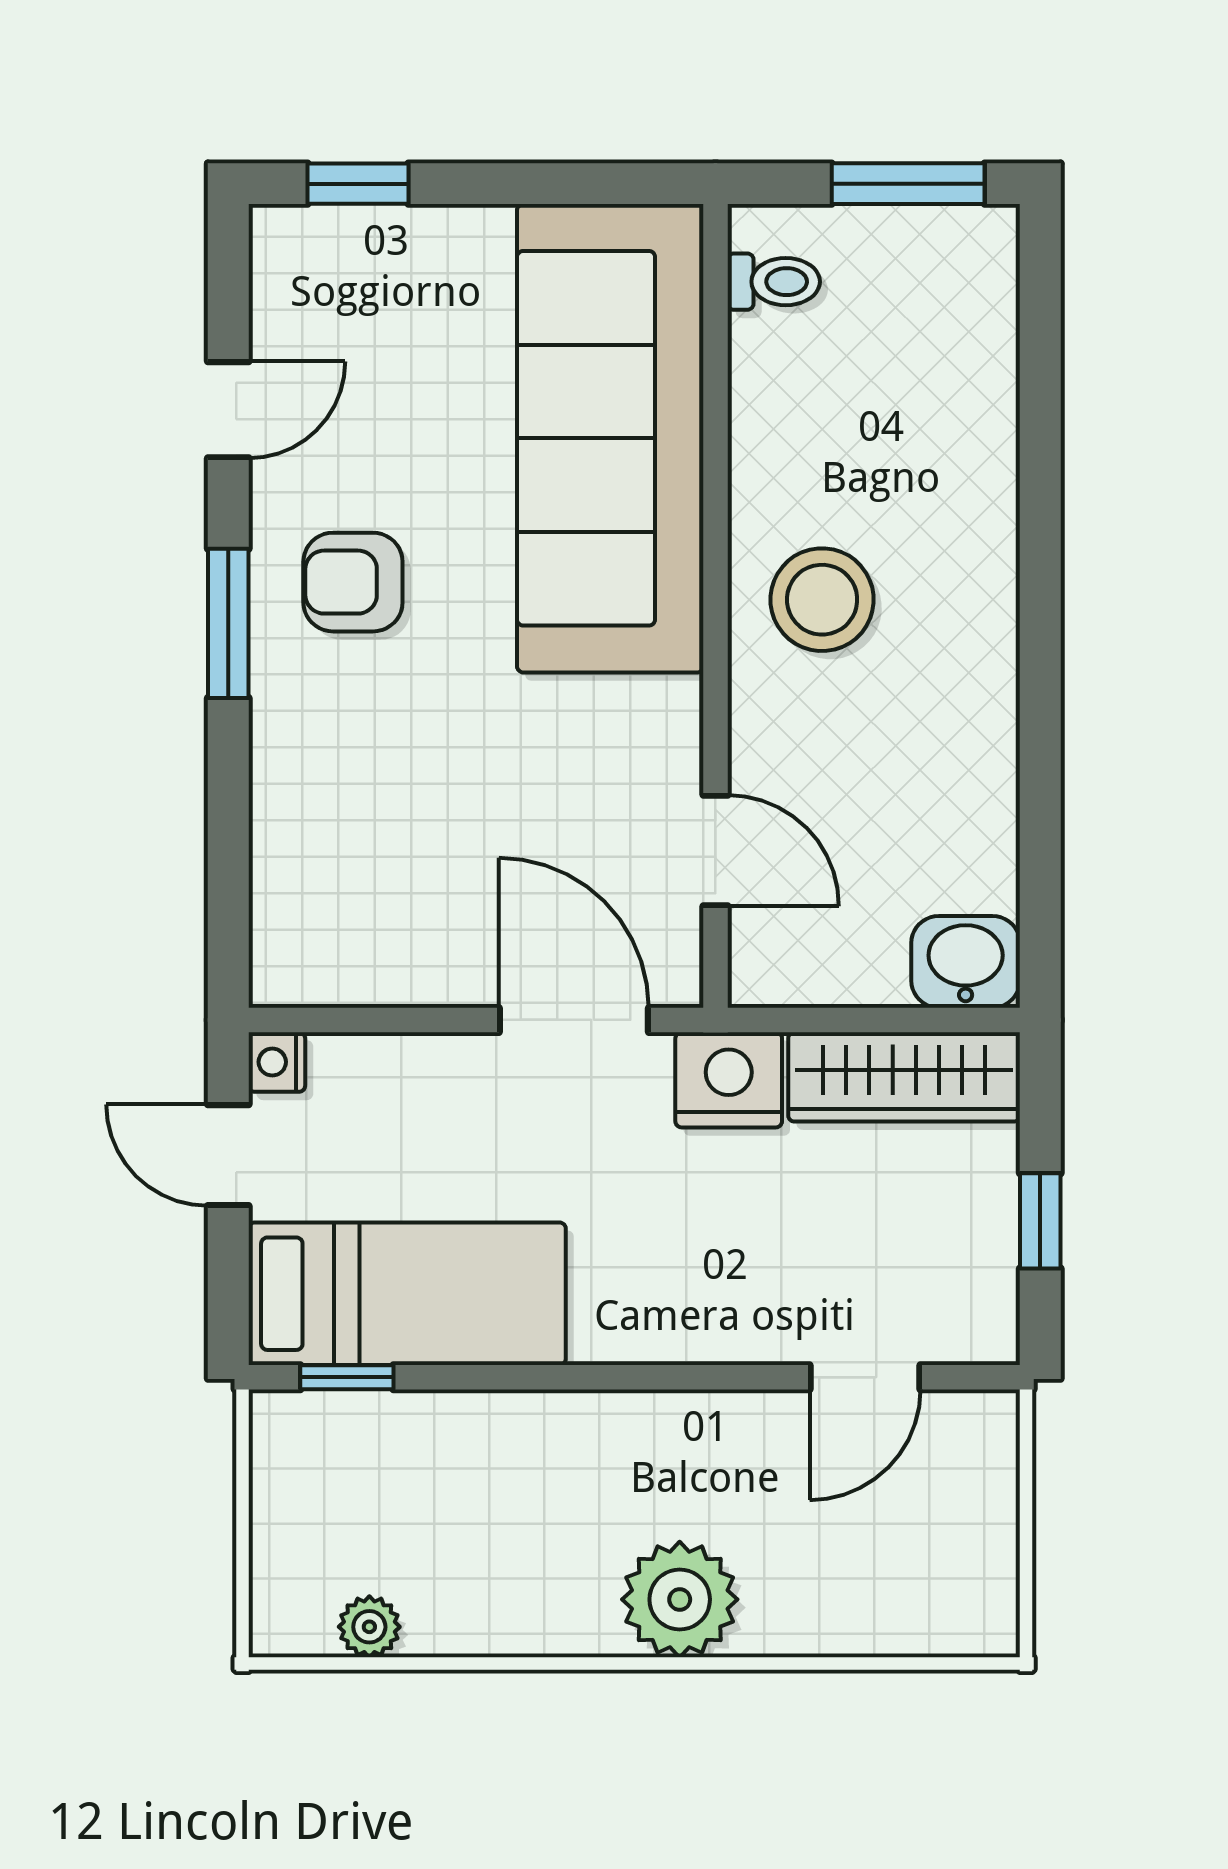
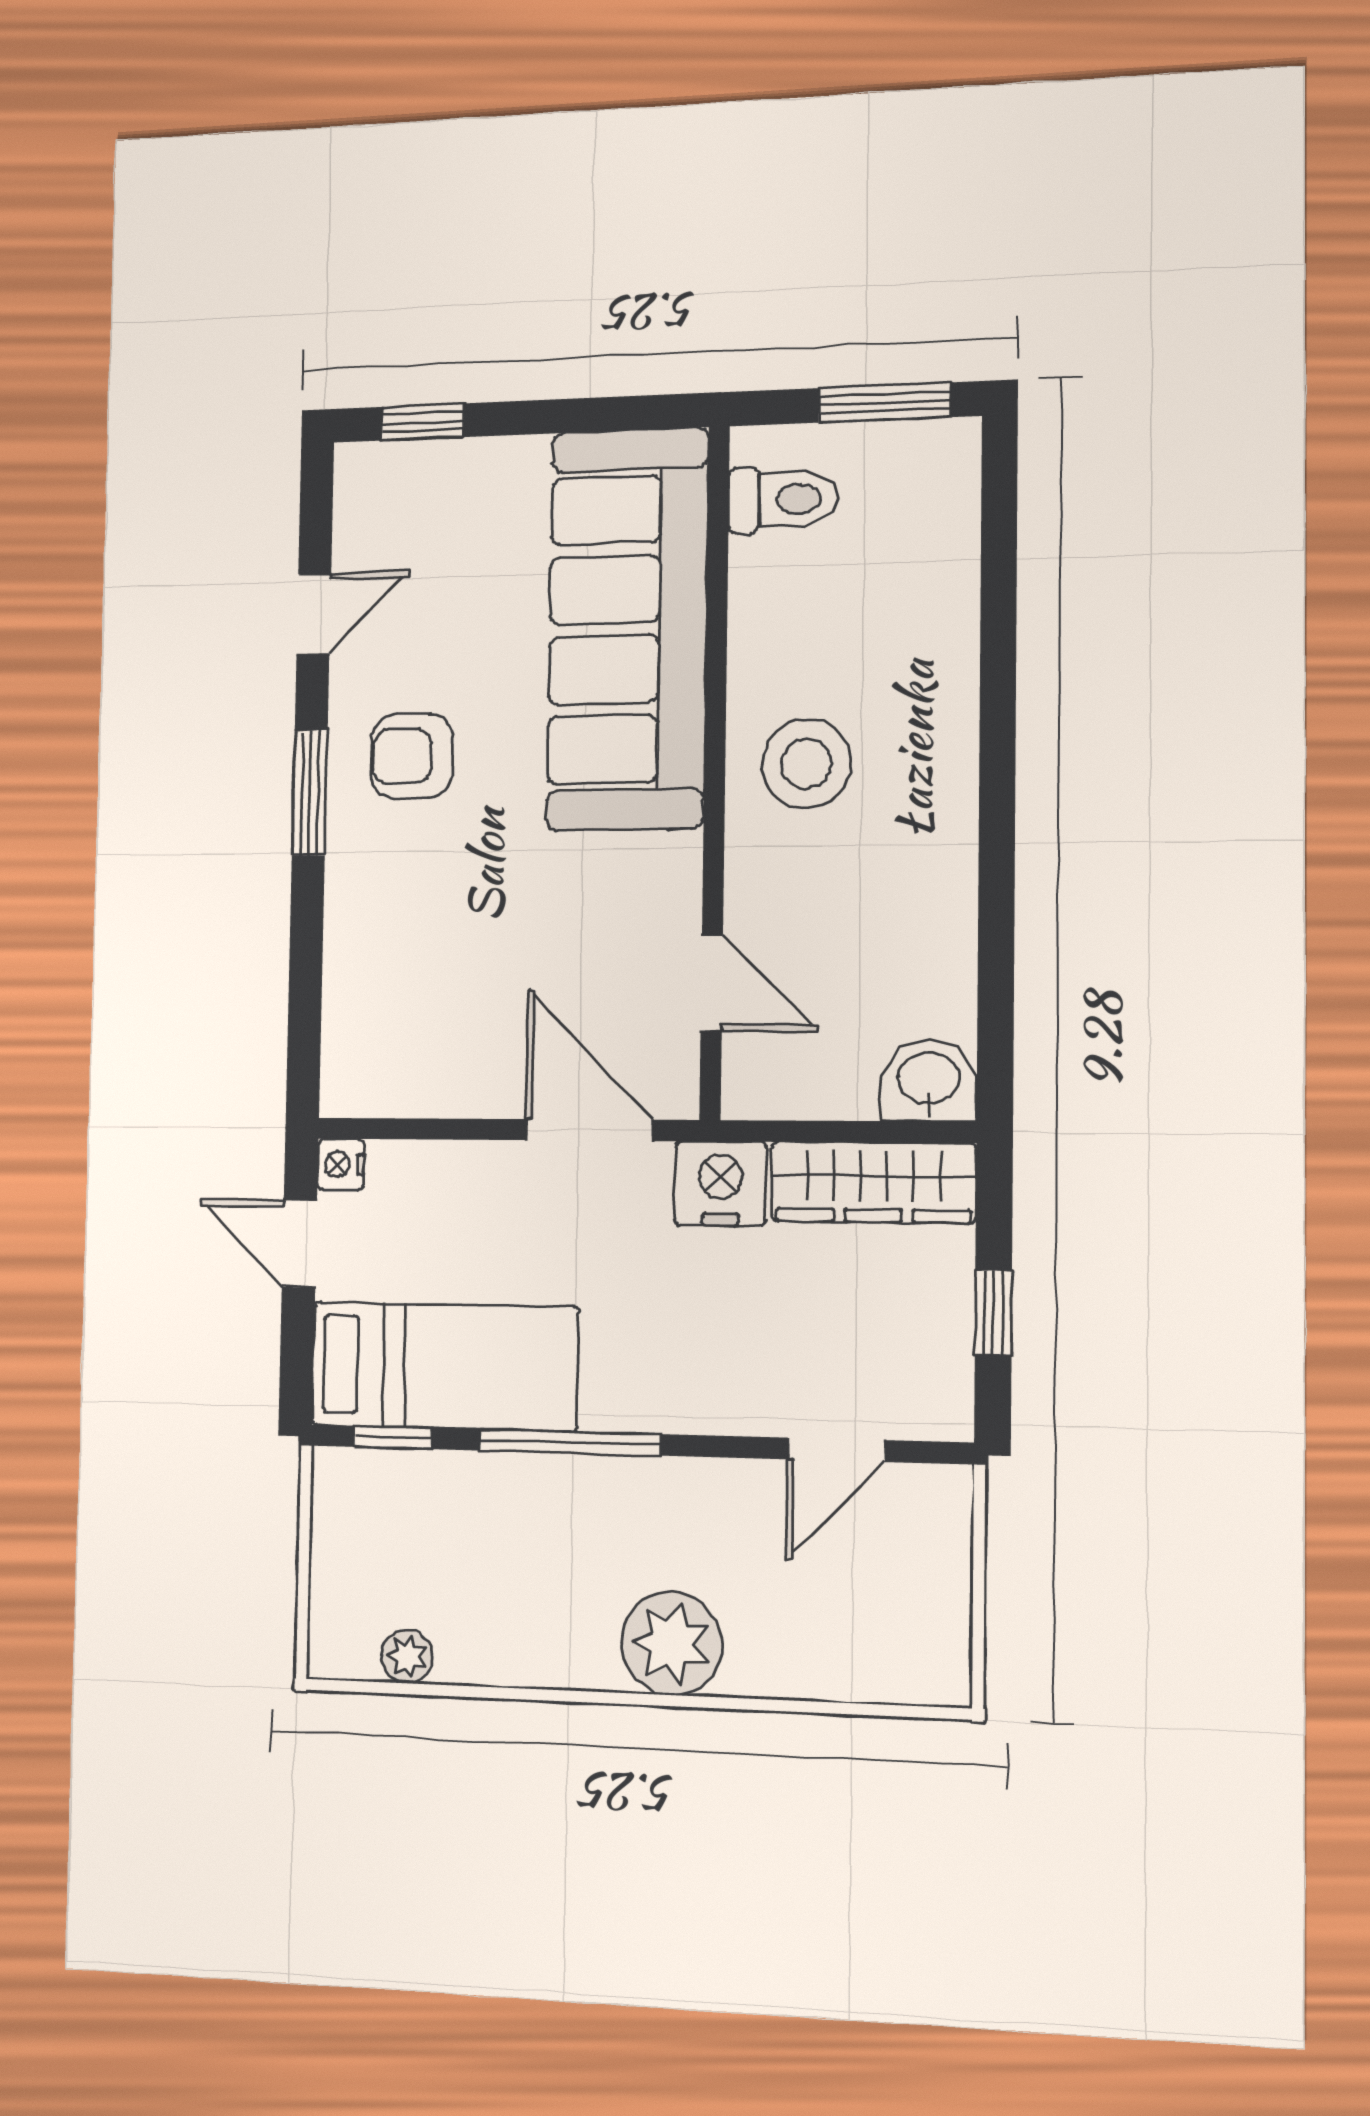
toilet: (774, 282) -> (783, 499), width x1.37, depth x1.39
window: (557, 1377) -> (570, 1442), added

